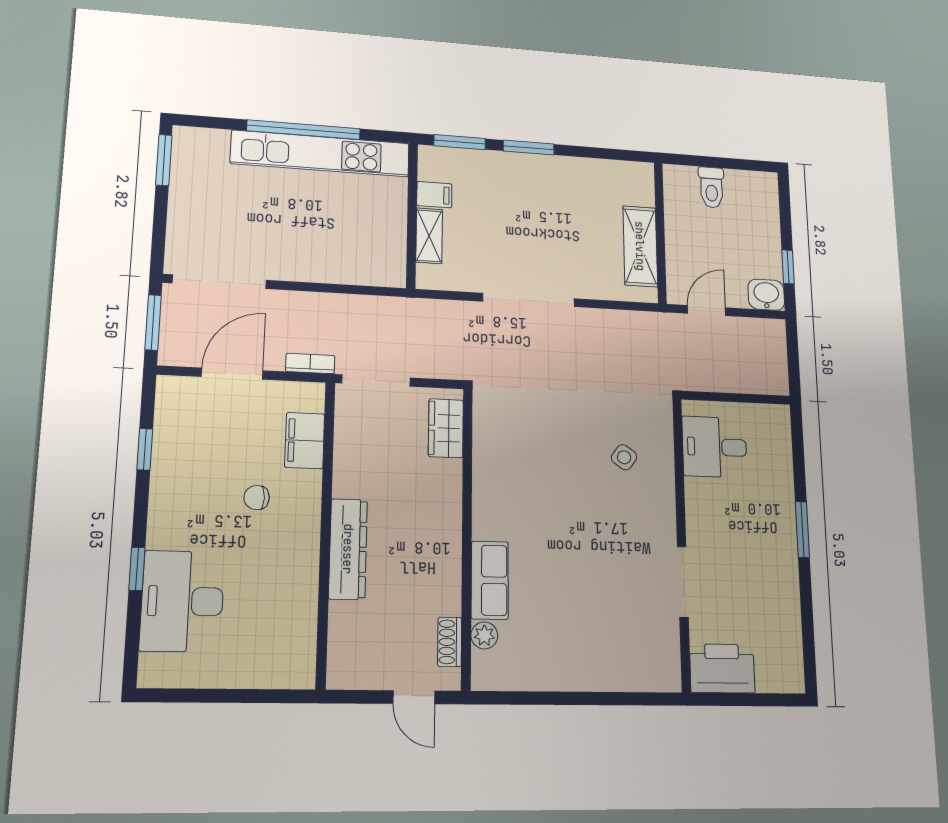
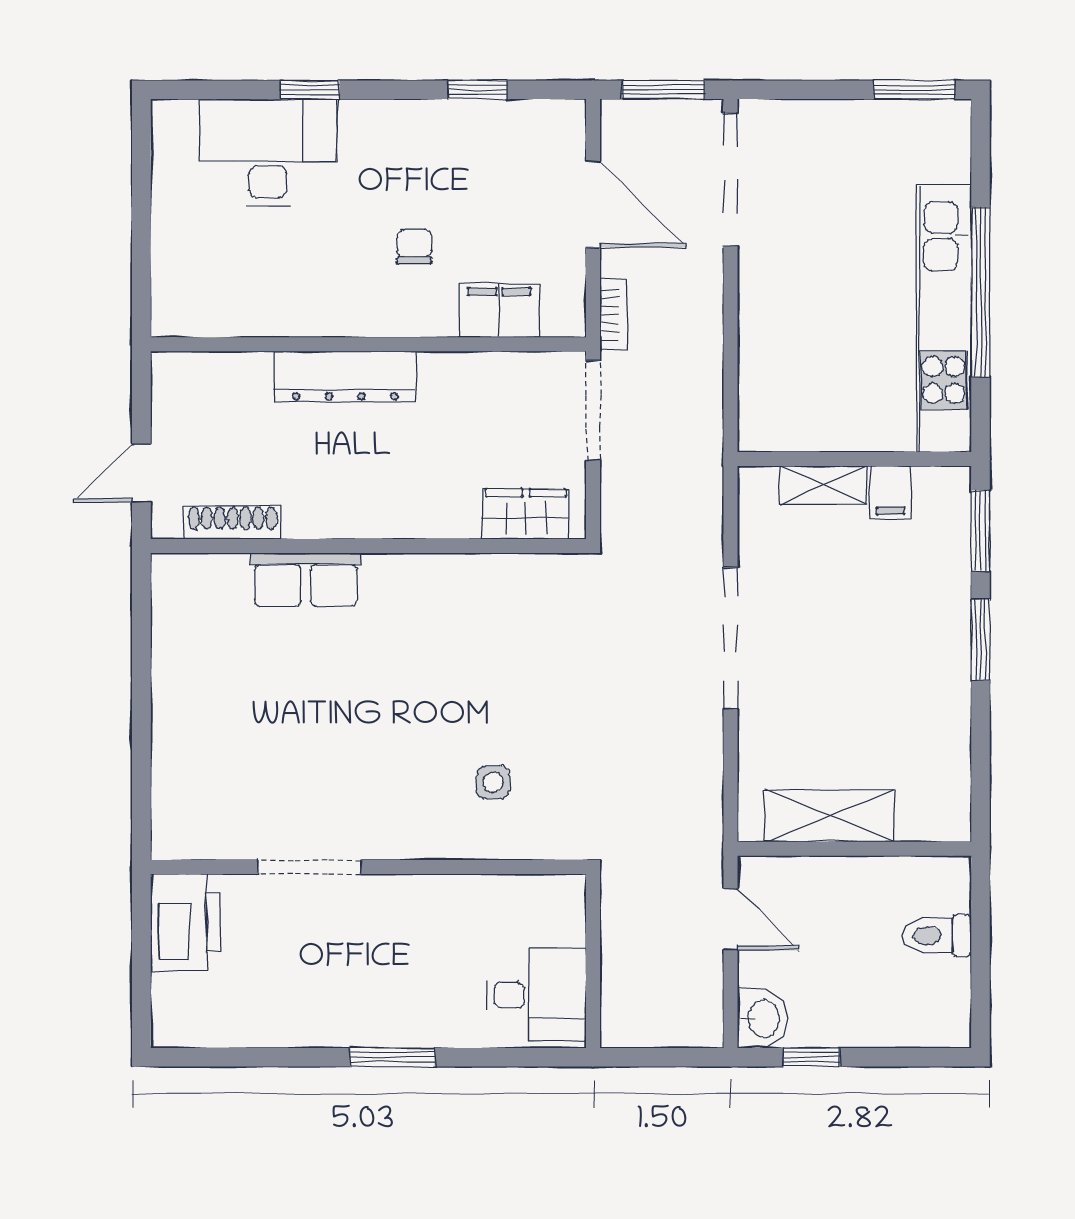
desk: (715, 447) -> (536, 995), moved, turned 90
side table: (624, 457) -> (493, 782), turned -36
plant: (484, 635) -> (228, 572), removed
shoe rack: (450, 642) -> (233, 522), width x1.43

